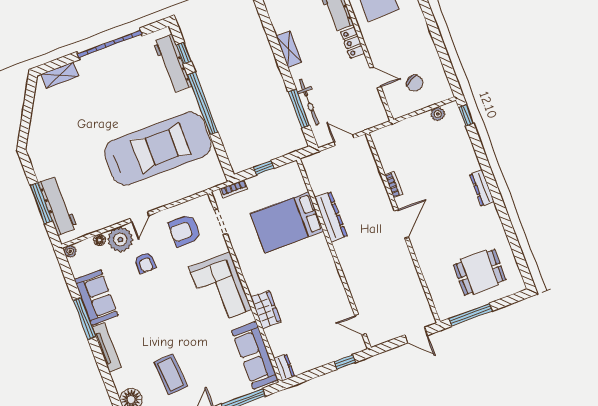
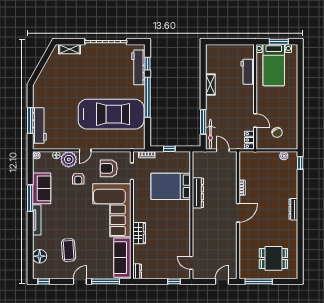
locker: (353, 43) -> (249, 140), moved
bicycle: (309, 102) -> (210, 134), moved
corner sofa: (220, 288) -> (112, 210), width x1.36, depth x1.36
door: (416, 335) -> (222, 281), swing flipped

